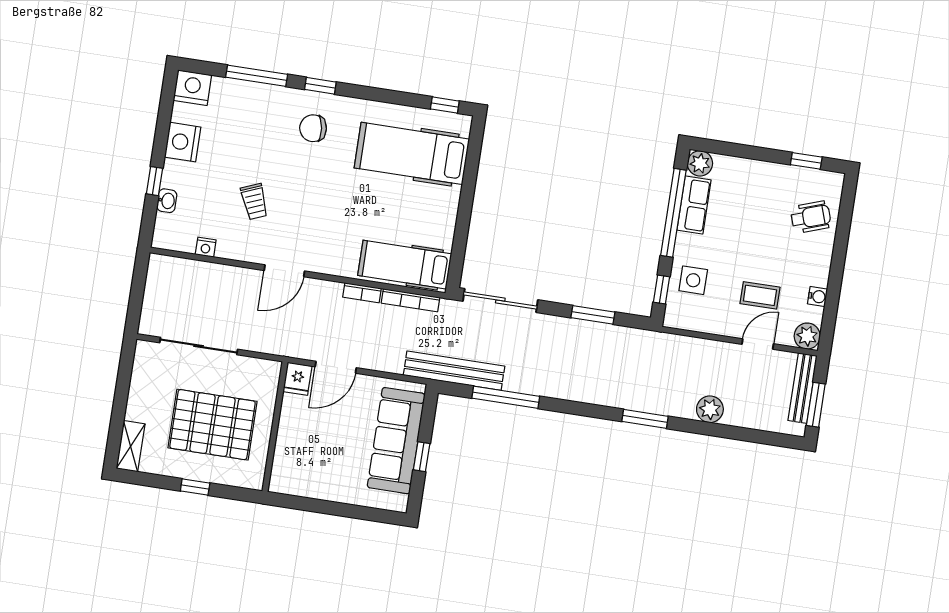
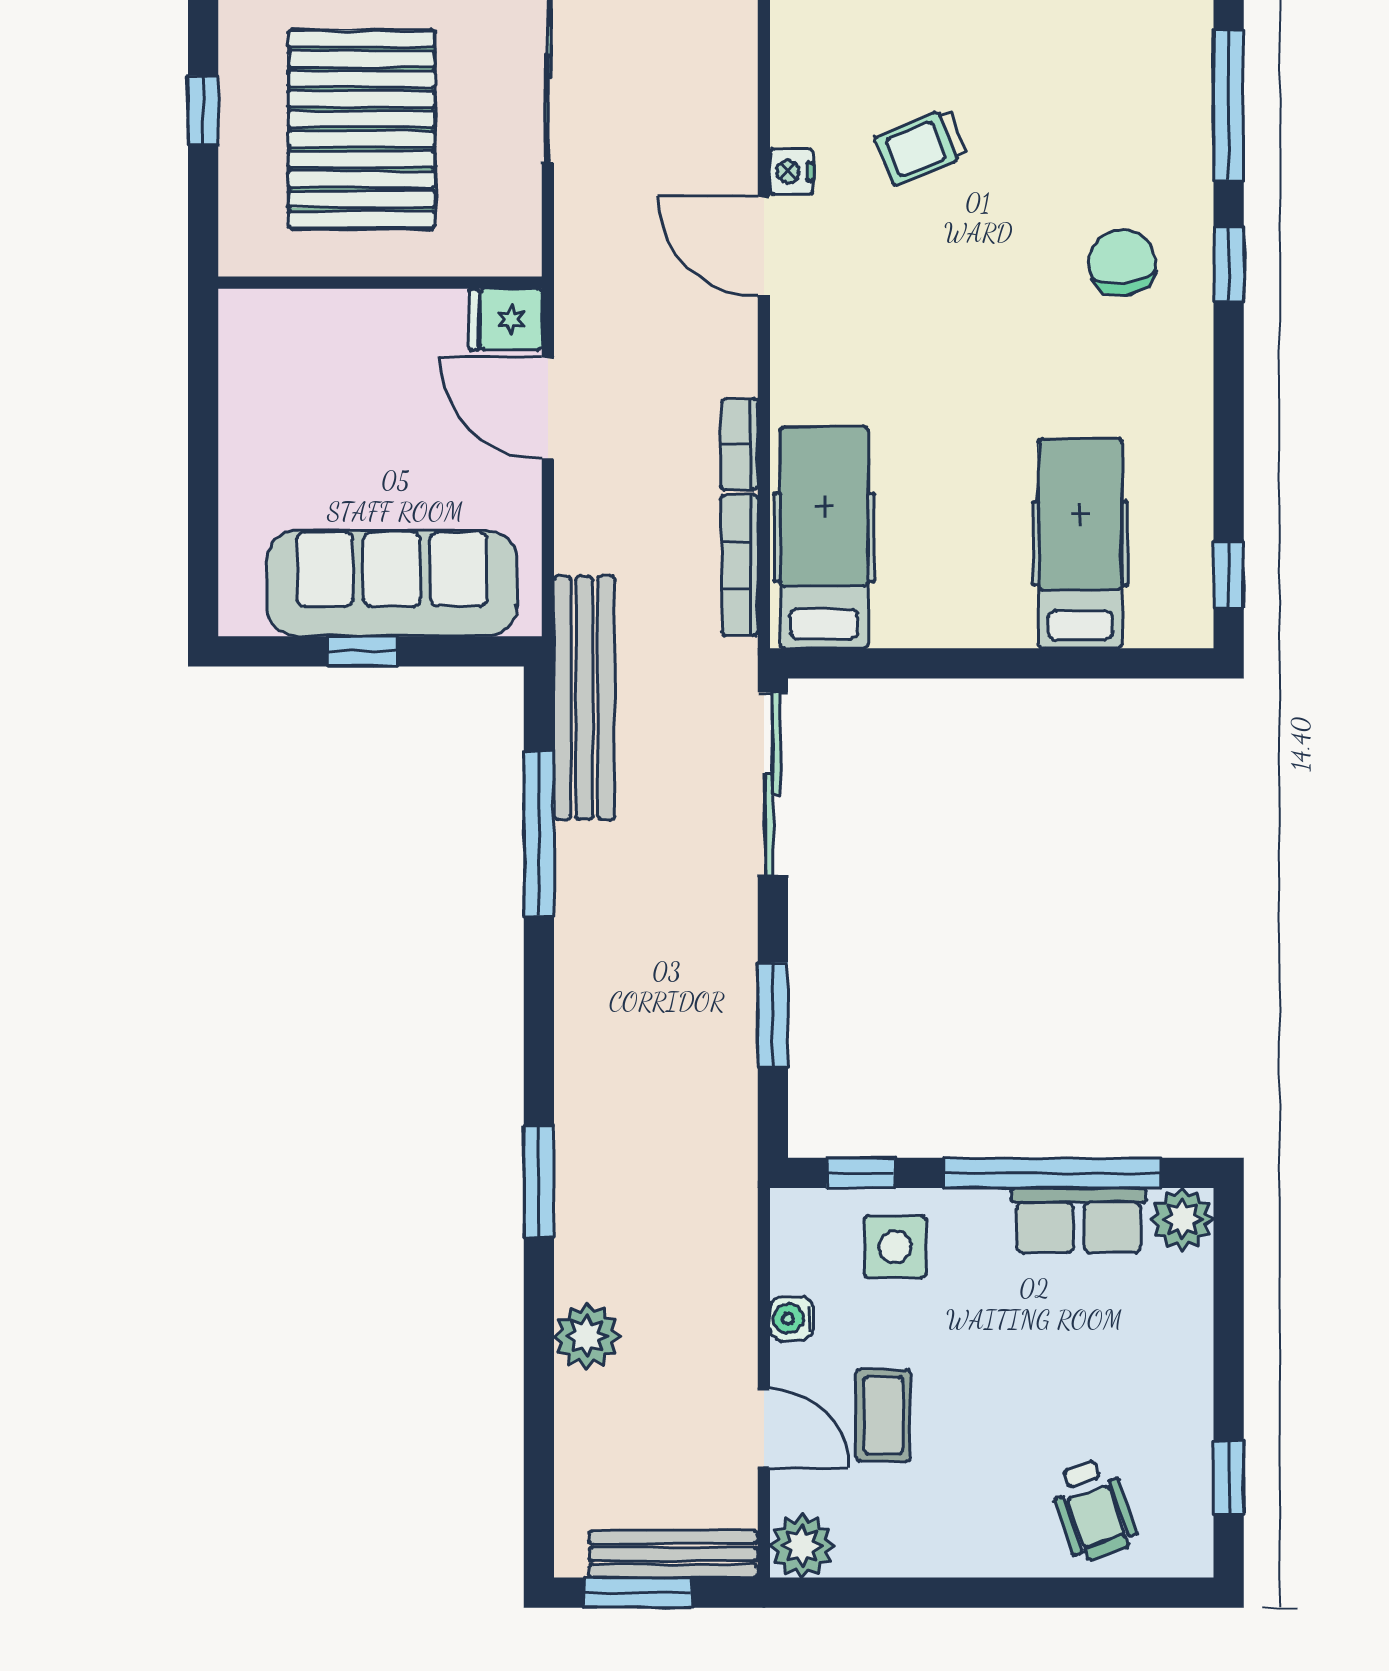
hospital bed: (412, 153) -> (1080, 543), width x0.73, depth x0.78
nightstand: (206, 247) -> (792, 172), moved
water cooler: (817, 296) -> (792, 1319), moved, turned 90

